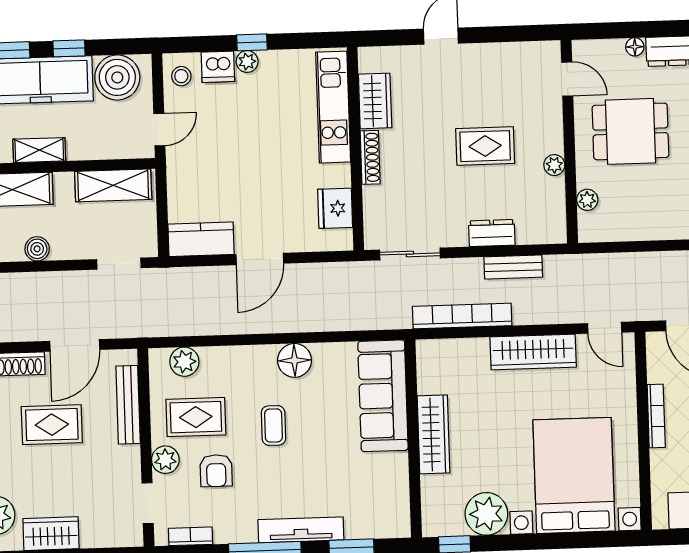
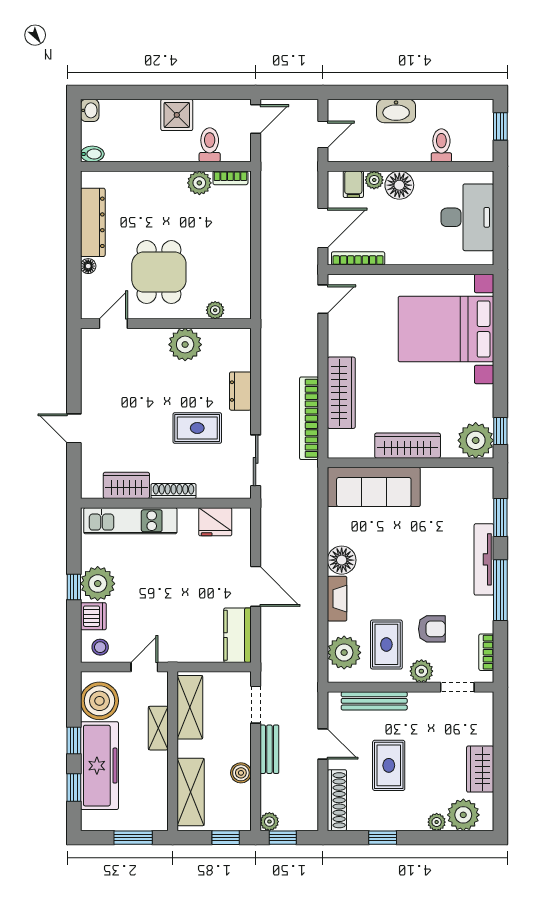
plant: (247, 61) -> (98, 584), width x1.88, depth x1.88
door: (159, 130) -> (144, 667), hinge flipped
rug: (485, 146) -> (197, 428), moved, turned 90
shelving: (39, 150) -> (158, 728), moved
plant: (554, 165) -> (185, 345), width x1.88, depth x1.88
bench: (513, 267) -> (269, 749), moved
door: (75, 345) -> (323, 744), width x0.73
wardrobe: (533, 352) -> (341, 393), moved
fireplace: (248, 356) -> (337, 599), added
plant: (184, 362) -> (344, 653), width x1.36, depth x1.36
bookcase: (656, 416) -> (358, 258), moved
coffee table: (273, 425) -> (396, 580), removed
plant: (486, 514) -> (476, 440), moved

